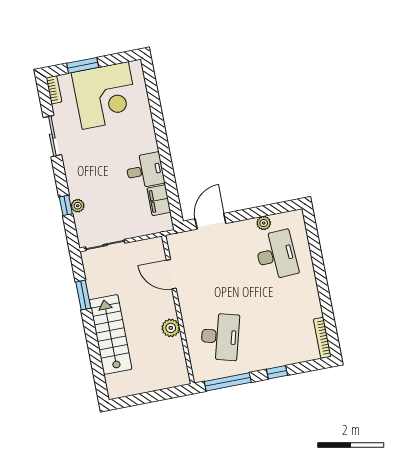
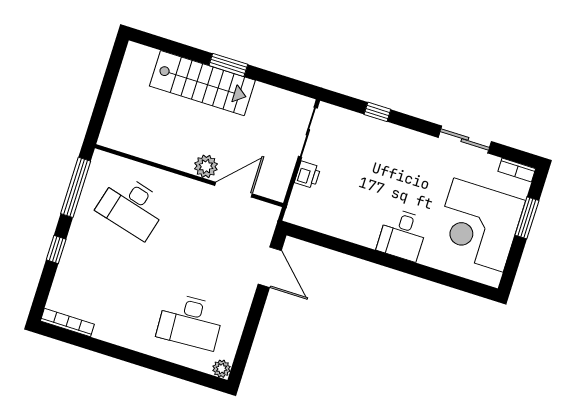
desk: (145, 171) -> (402, 235), moved
filing cabinet: (159, 200) -> (326, 221), removed
plant: (78, 206) -> (370, 125), removed
plant: (264, 223) -> (222, 369), moved
printer: (134, 230) -> (308, 175), added
window: (83, 295) -> (228, 65), moved
plant: (171, 328) -> (206, 166), moved

